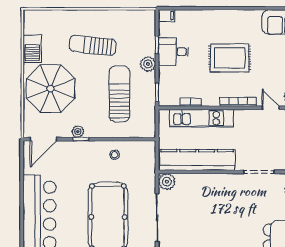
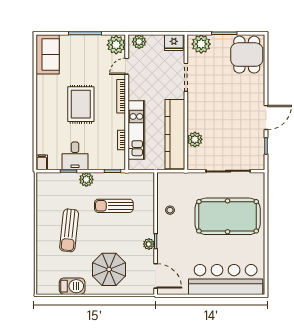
parasol: (50, 89) -> (109, 269), width x0.73, depth x0.73
sun lounger: (119, 94) -> (114, 206), width x0.73, depth x0.75
plant: (167, 182) -> (195, 139), moved

